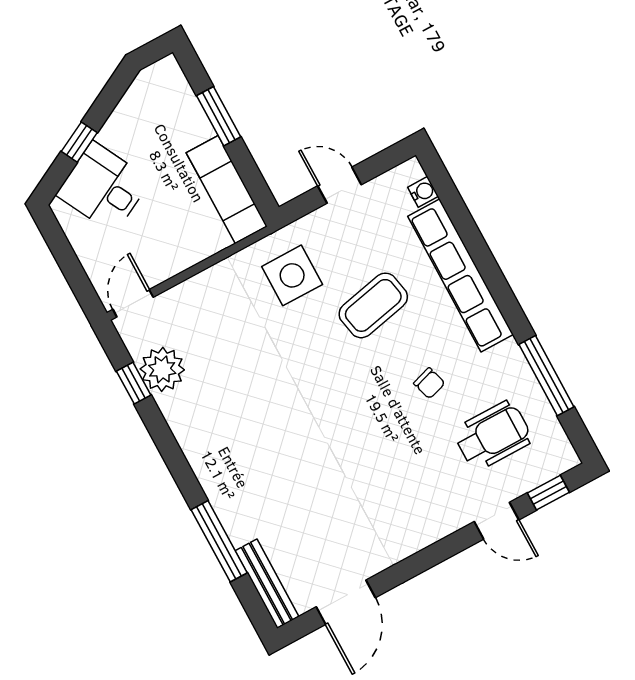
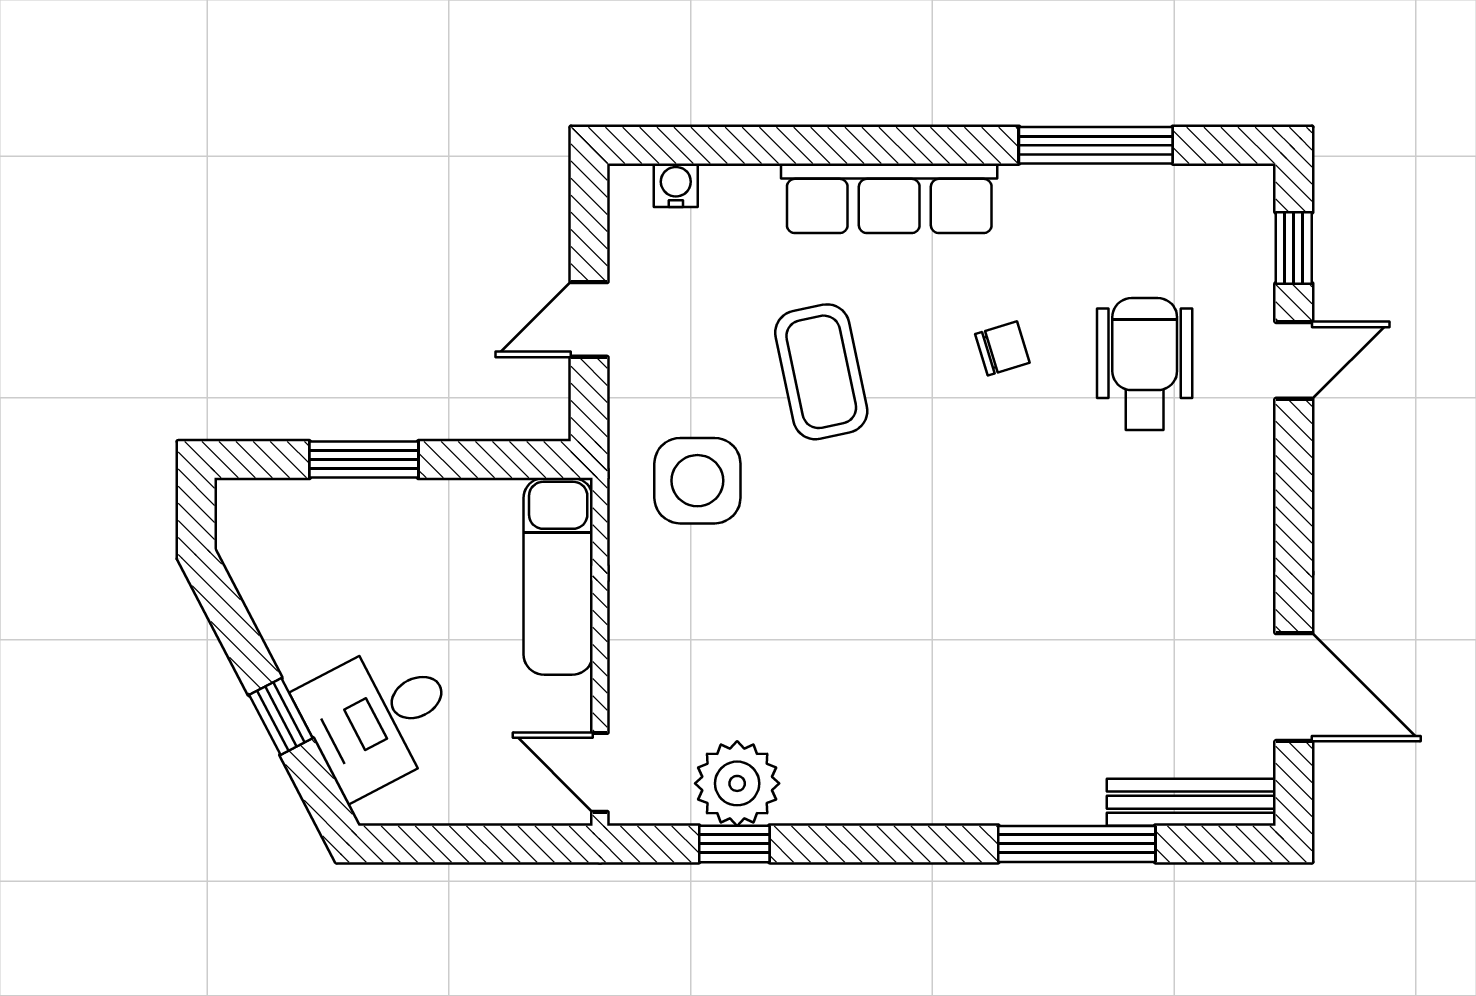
exam couch: (227, 189) -> (558, 576), moved, turned 90
row of seats: (460, 275) -> (889, 198), width x0.73
wheelchair: (493, 436) -> (1145, 364), moved

